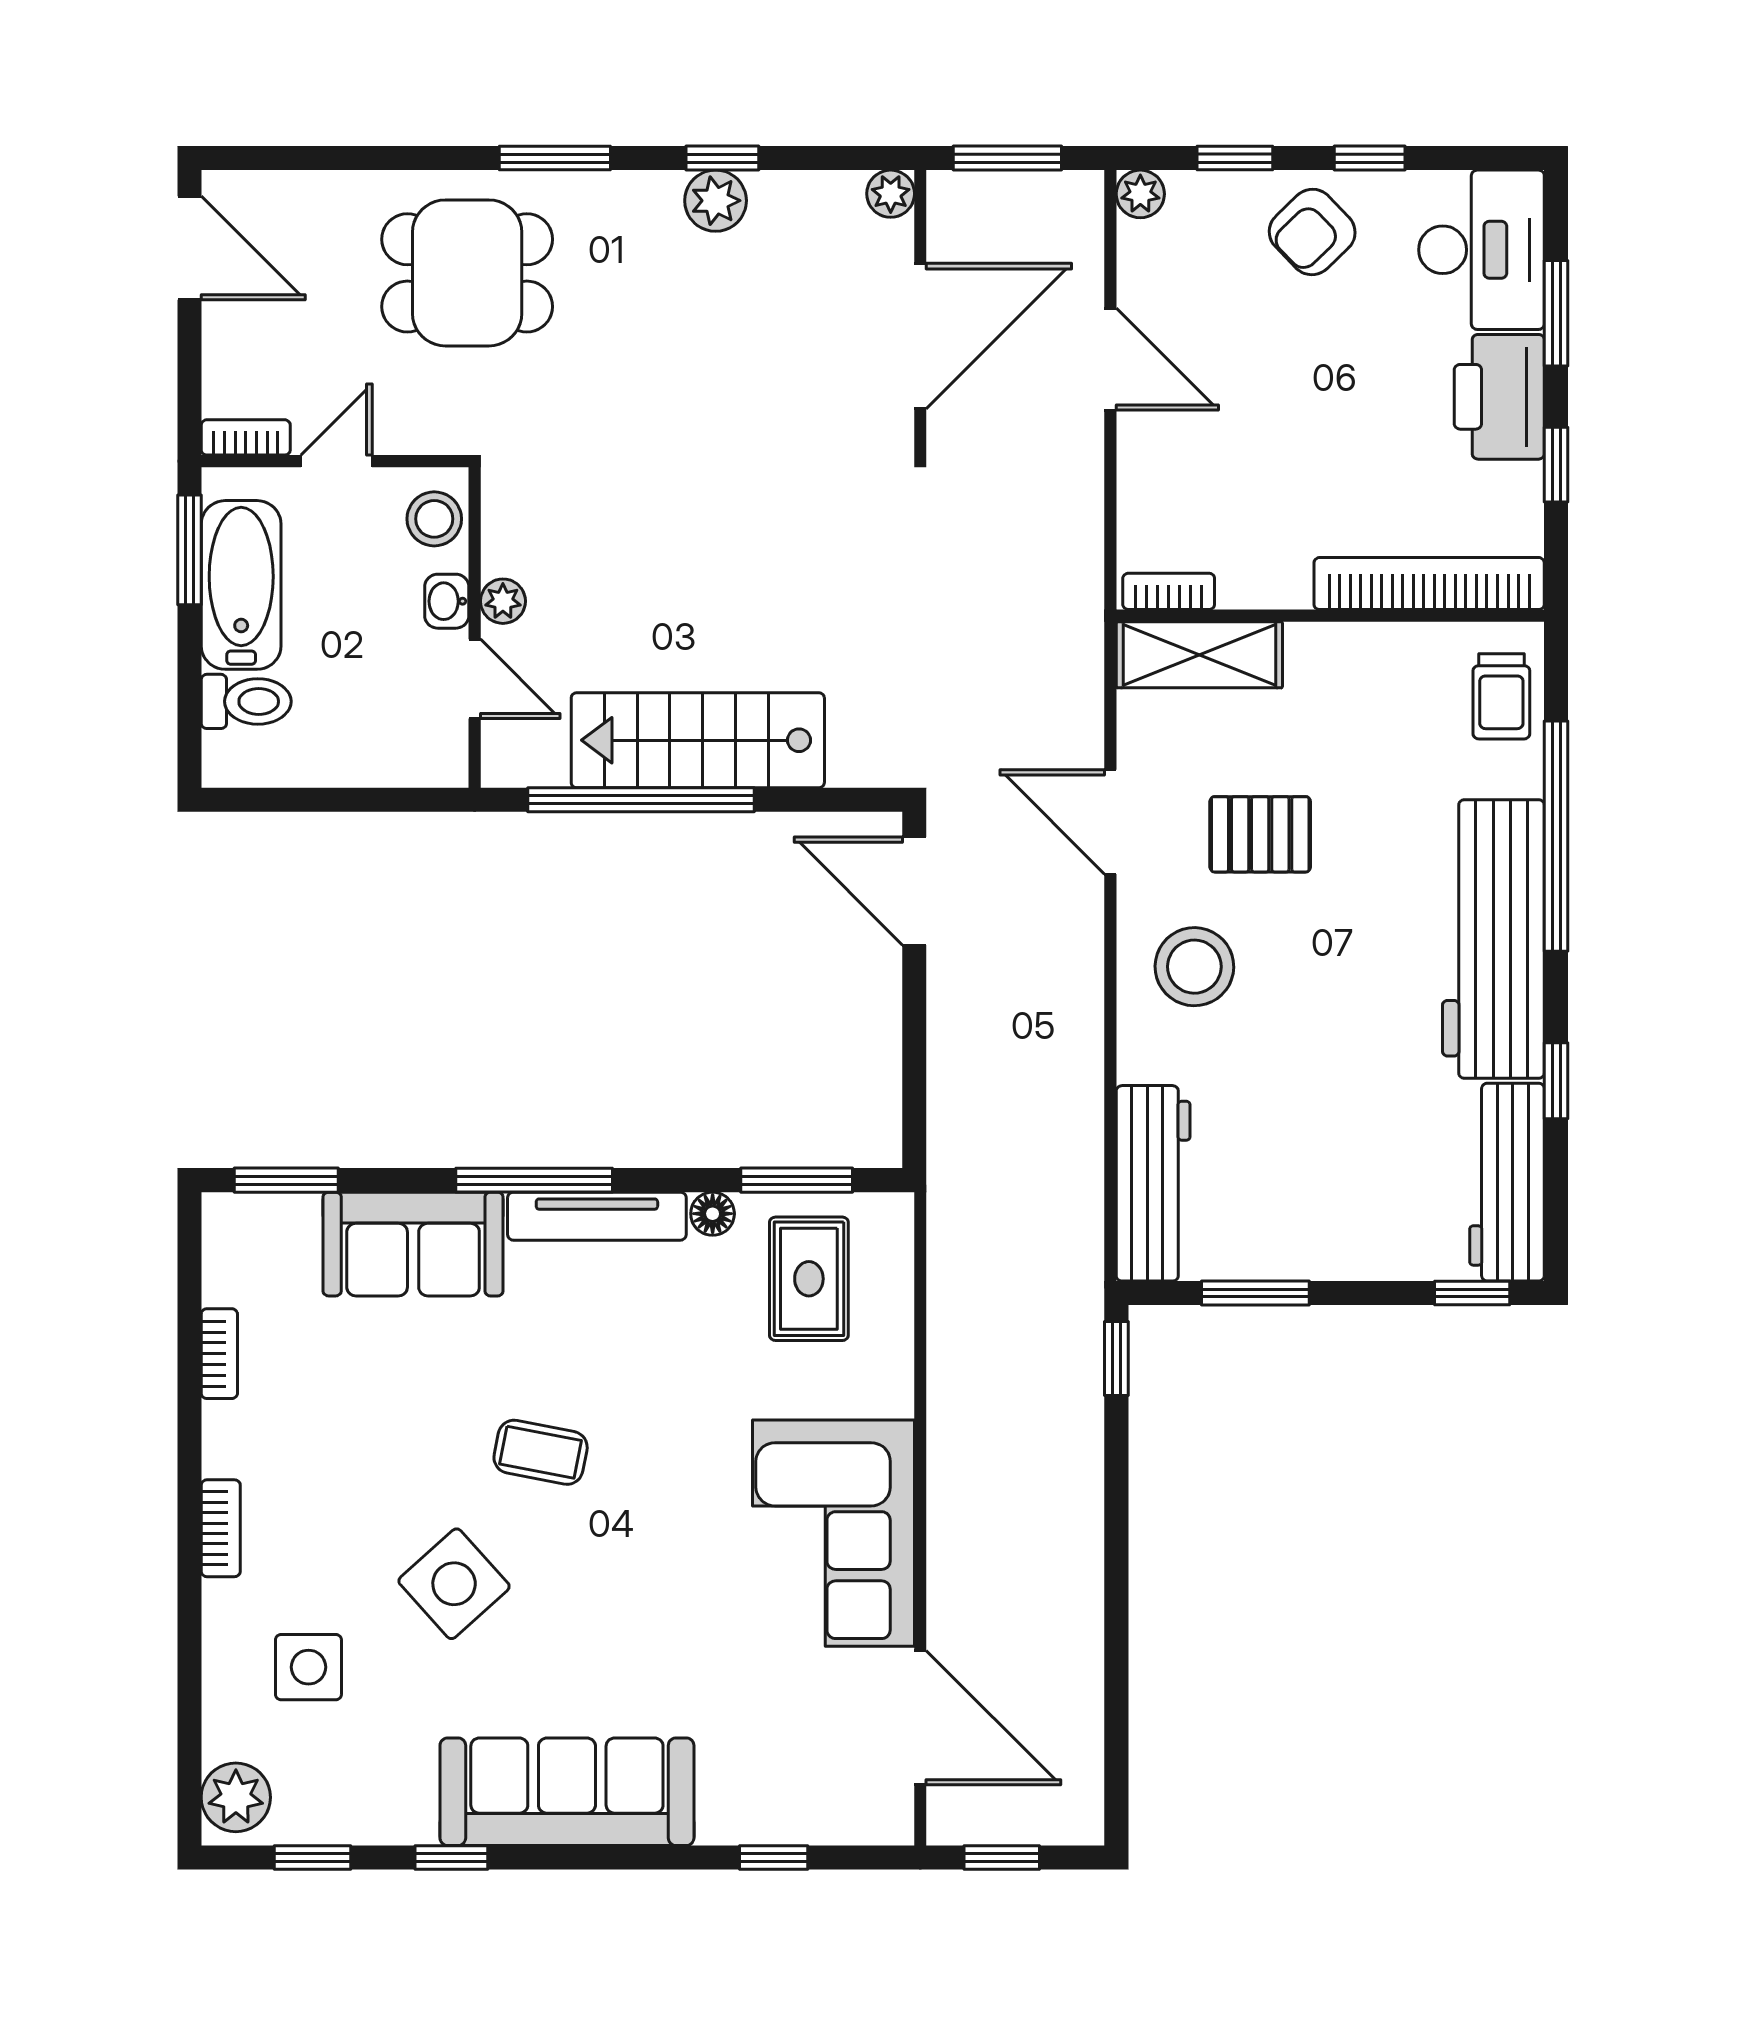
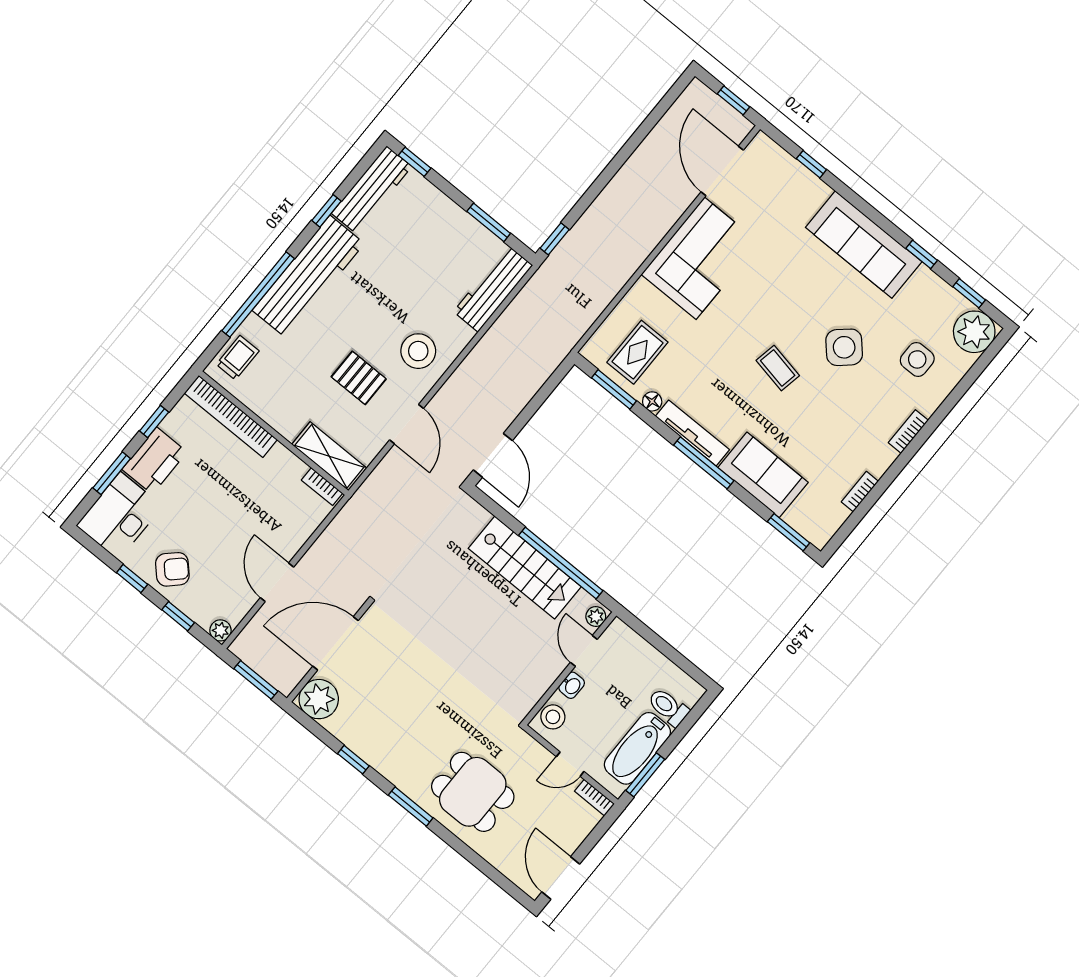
plant: (891, 194) -> (319, 699), width x1.88, depth x1.88
plant: (716, 201) -> (368, 747), removed
plant: (503, 601) -> (596, 617), moved
plant: (236, 1797) -> (974, 332), width x1.36, depth x1.36

